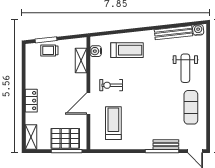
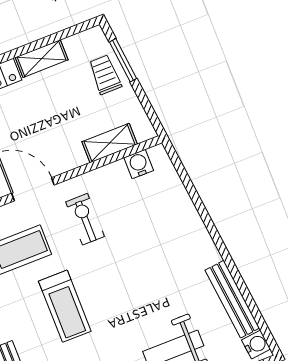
treadmill: (127, 50) -> (65, 306), moved
shelving: (31, 76) -> (42, 59), added

